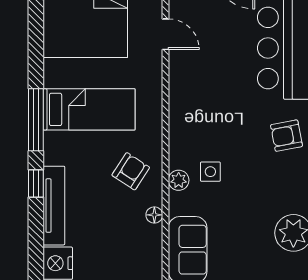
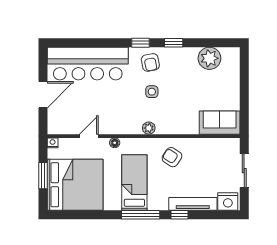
side table: (210, 172) -> (152, 92), moved
plant: (179, 180) -> (149, 128), moved
floor lamp: (154, 215) -> (115, 143), moved

